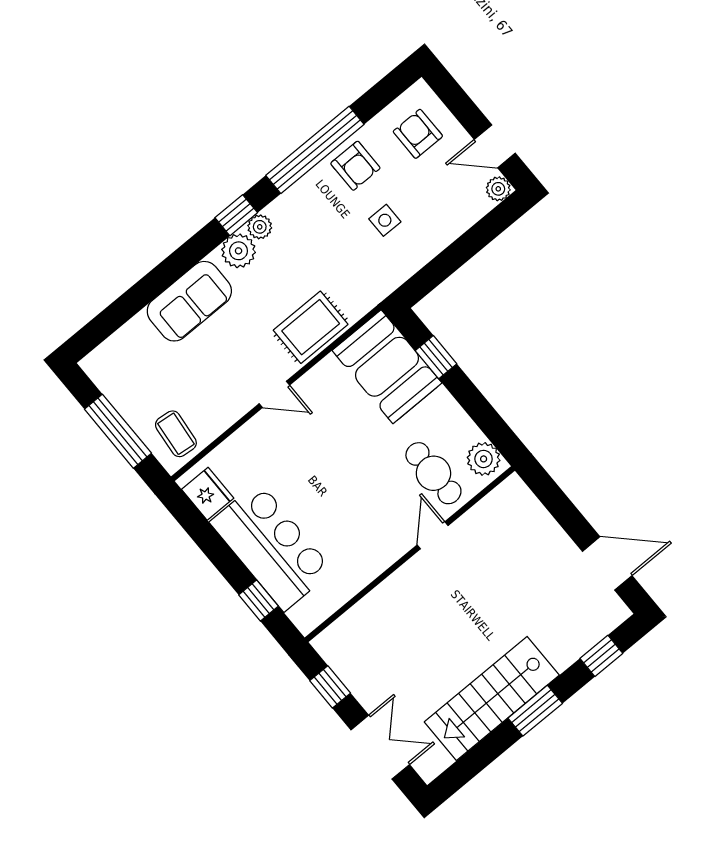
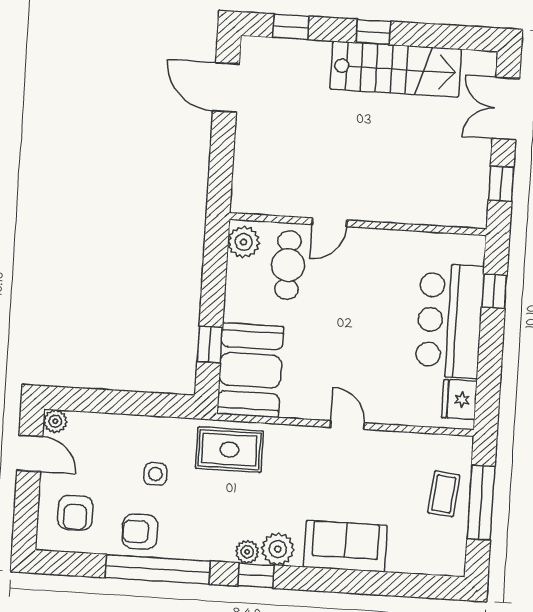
armchair: (355, 166) -> (140, 532), turned -90
rug: (311, 327) -> (229, 450), moved
coffee table: (176, 434) -> (444, 494), moved
window: (535, 711) -> (373, 32), width x0.67

